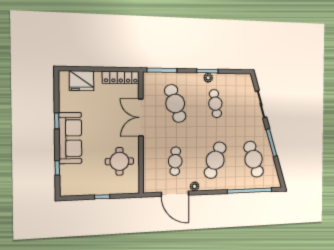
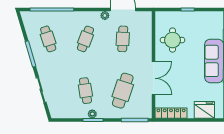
cafe table: (175, 103) -> (123, 91), turned 36
cafe table: (254, 159) -> (48, 39), width x0.73, depth x0.74
cafe table: (215, 160) -> (85, 39), width x0.73, depth x0.74

